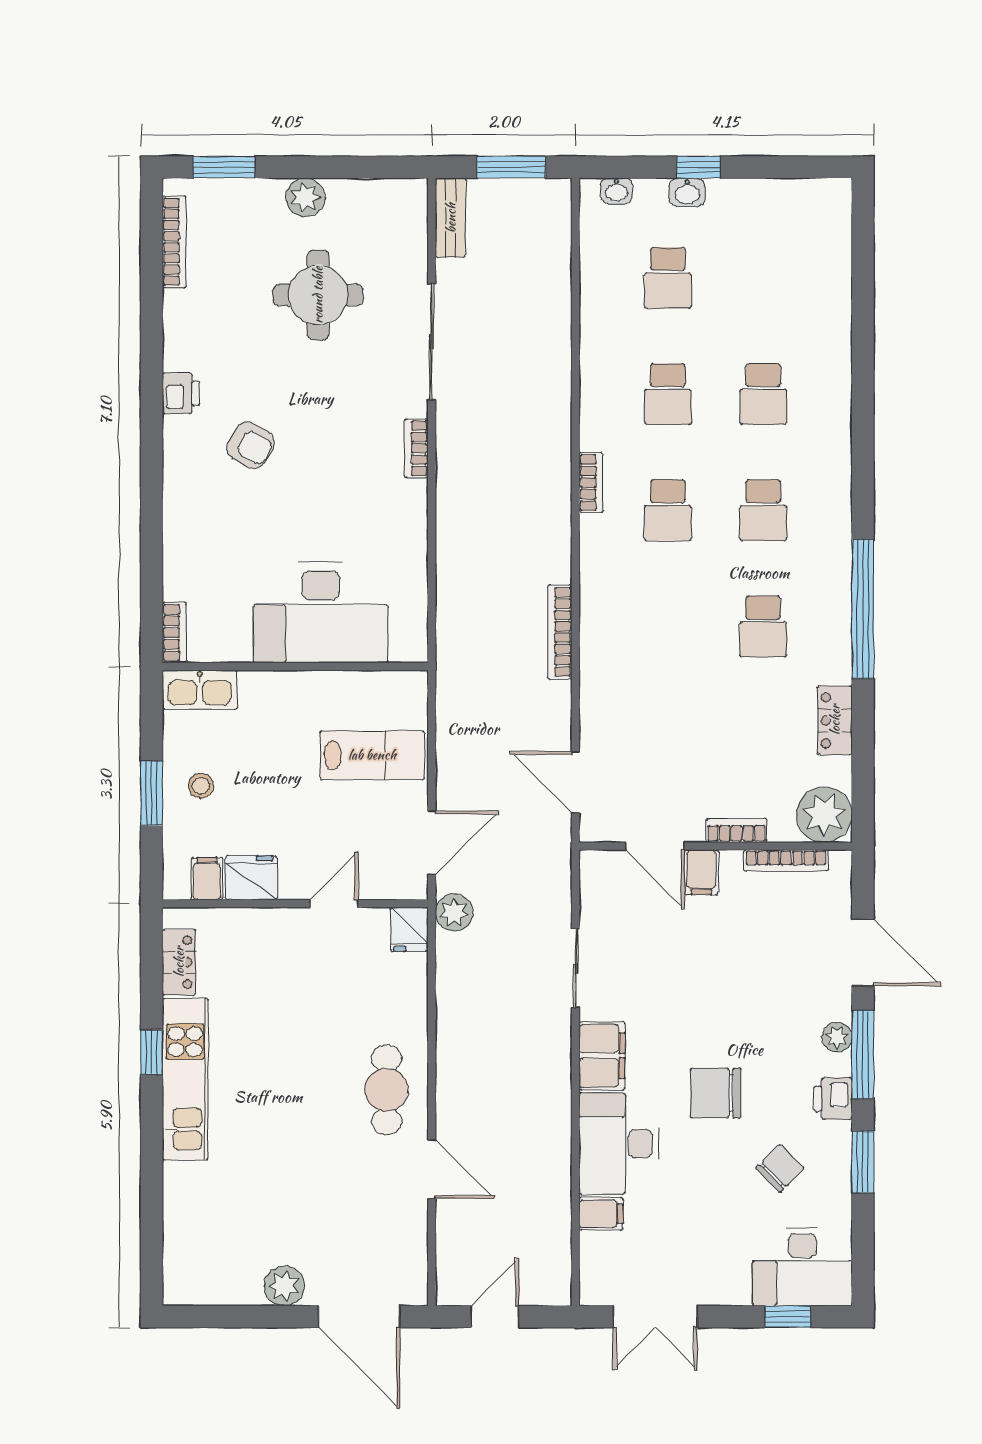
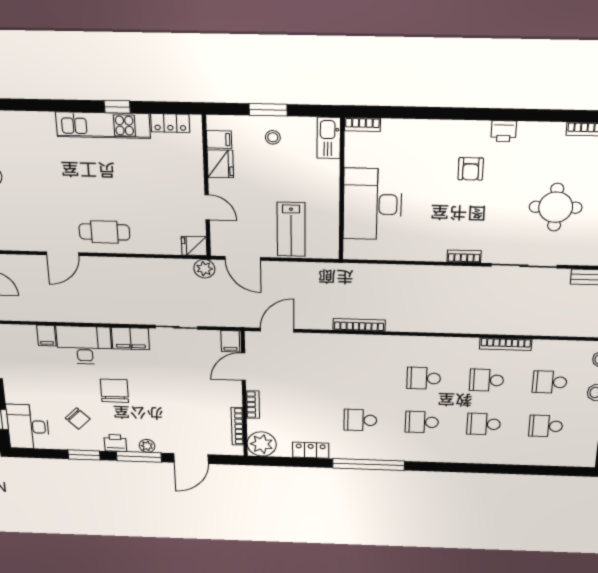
school desk: (763, 278) -> (546, 426), added
armchair: (251, 445) -> (471, 169), turned -30
bookcase: (591, 483) -> (506, 344), moved, width x1.56
filing cabinet: (701, 872) -> (230, 341), moved, turned -90

